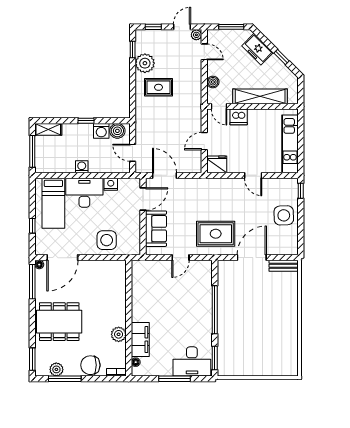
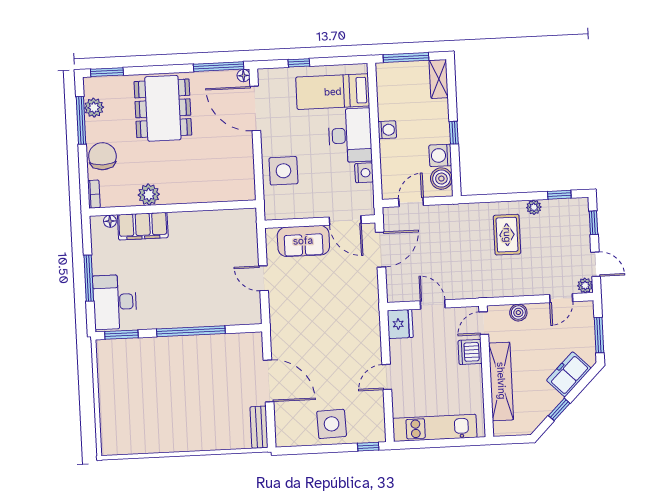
plant: (145, 63) -> (534, 207), width x0.53, depth x0.53
rug: (216, 234) -> (300, 327), removed

